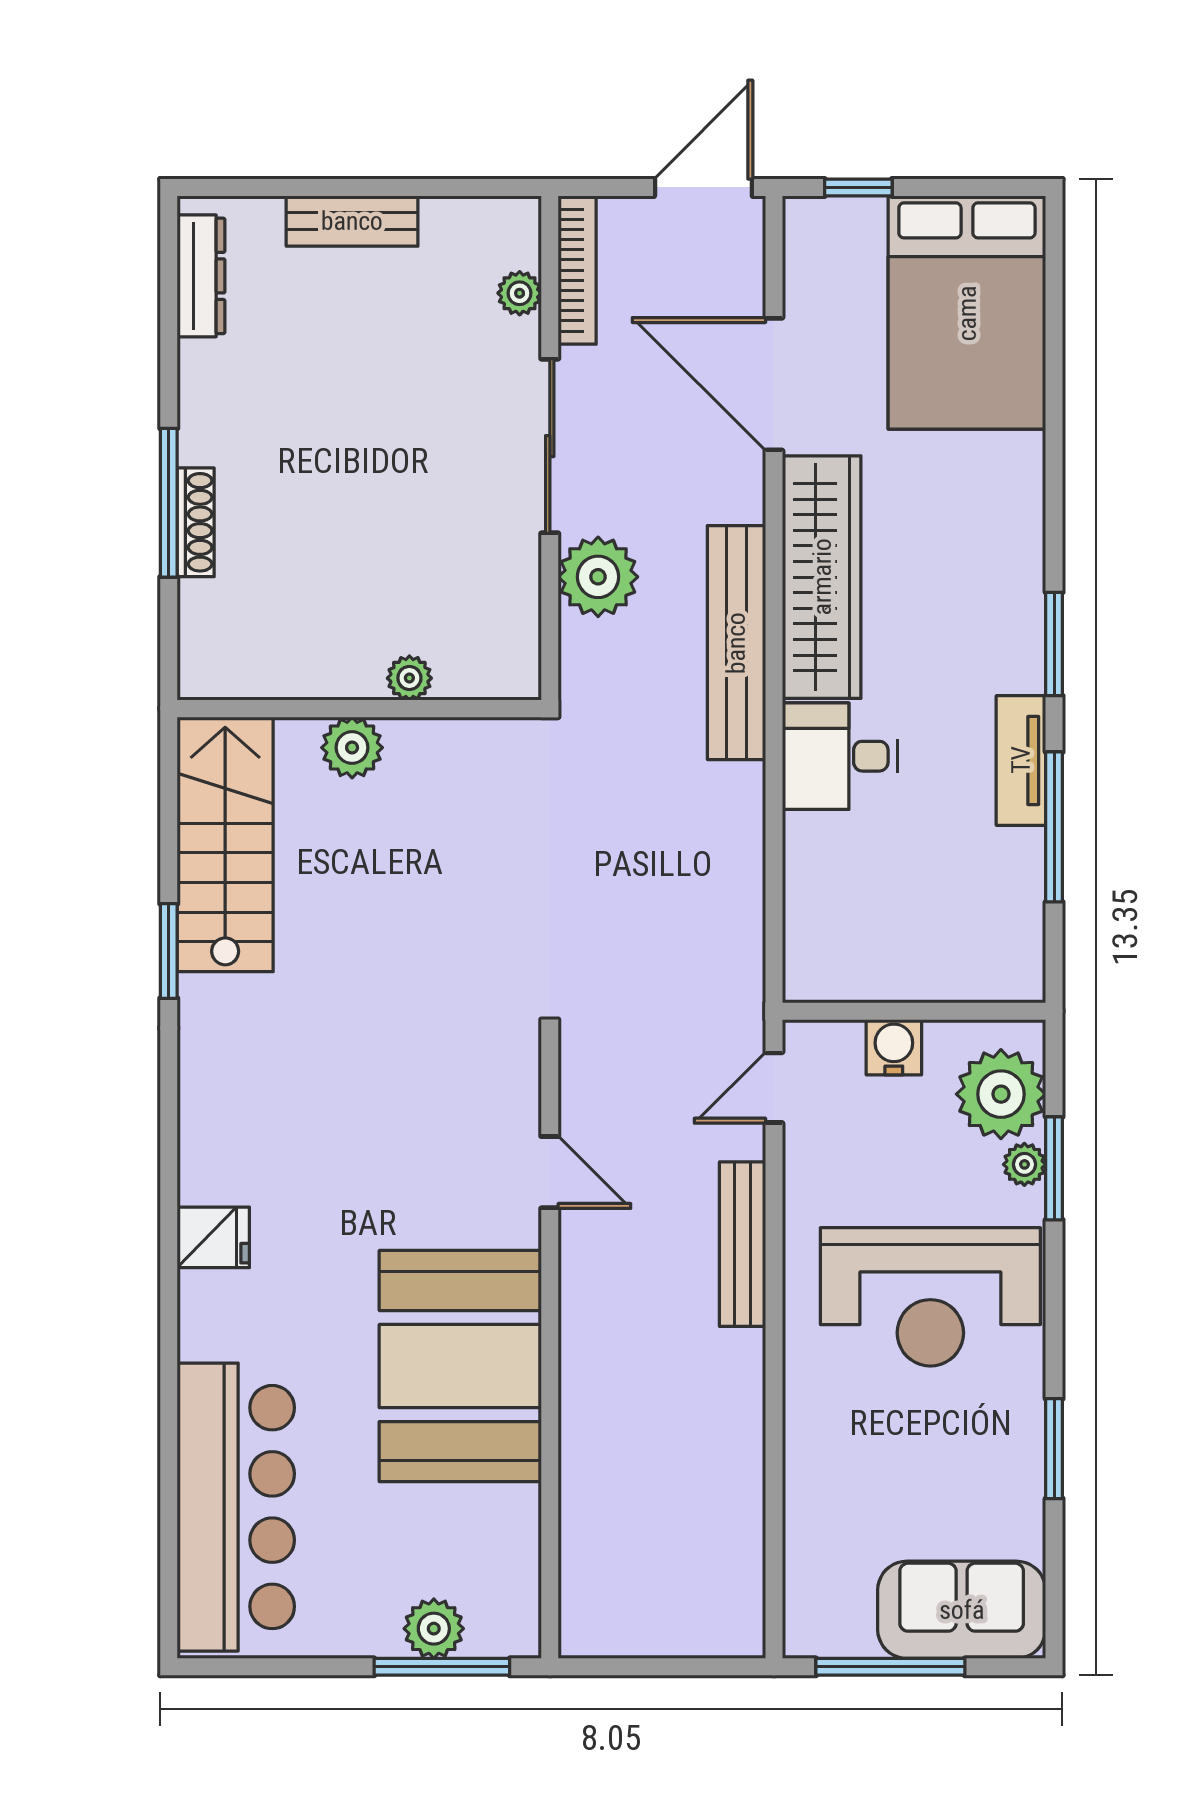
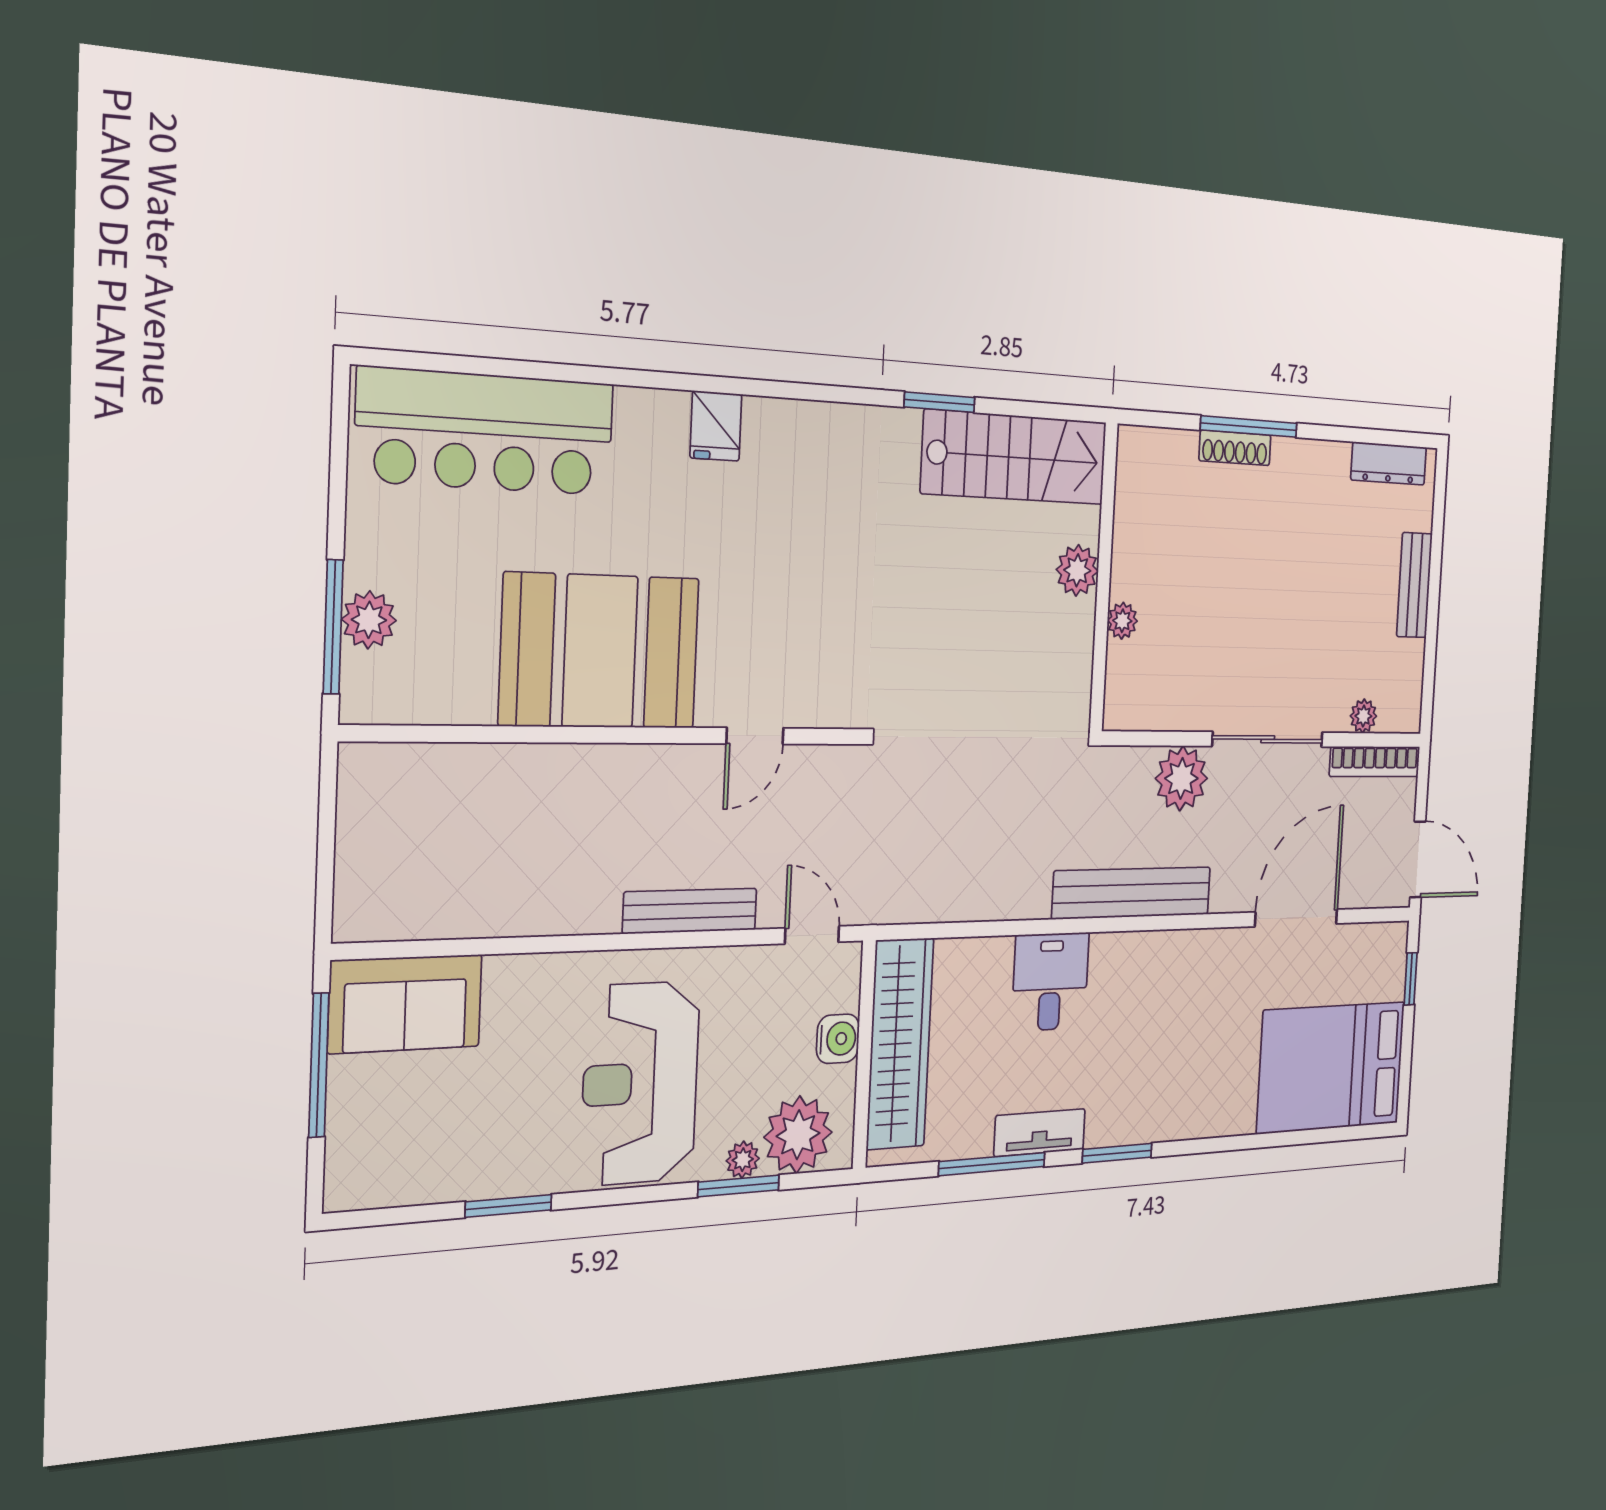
wardrobe: (822, 577) -> (900, 1044), moved, turned -90
sofa: (962, 1610) -> (405, 1004), moved, turned 90

